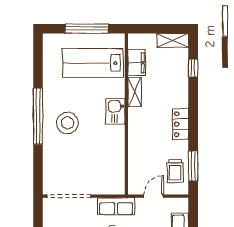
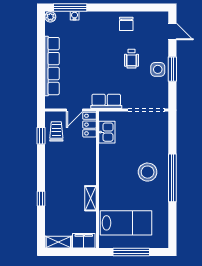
filing cabinet: (137, 63) -> (84, 241), moved, turned 90
window: (193, 68) -> (41, 199), moved
kitchen sink: (115, 111) -> (107, 132), moved
locker: (181, 124) -> (90, 125), moved, turned 180
window: (193, 166) -> (41, 136), width x0.67

